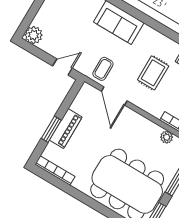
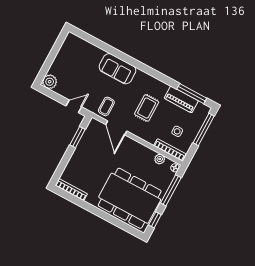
window: (51, 129) -> (77, 137), moved
piano: (66, 129) -> (79, 156), removed

